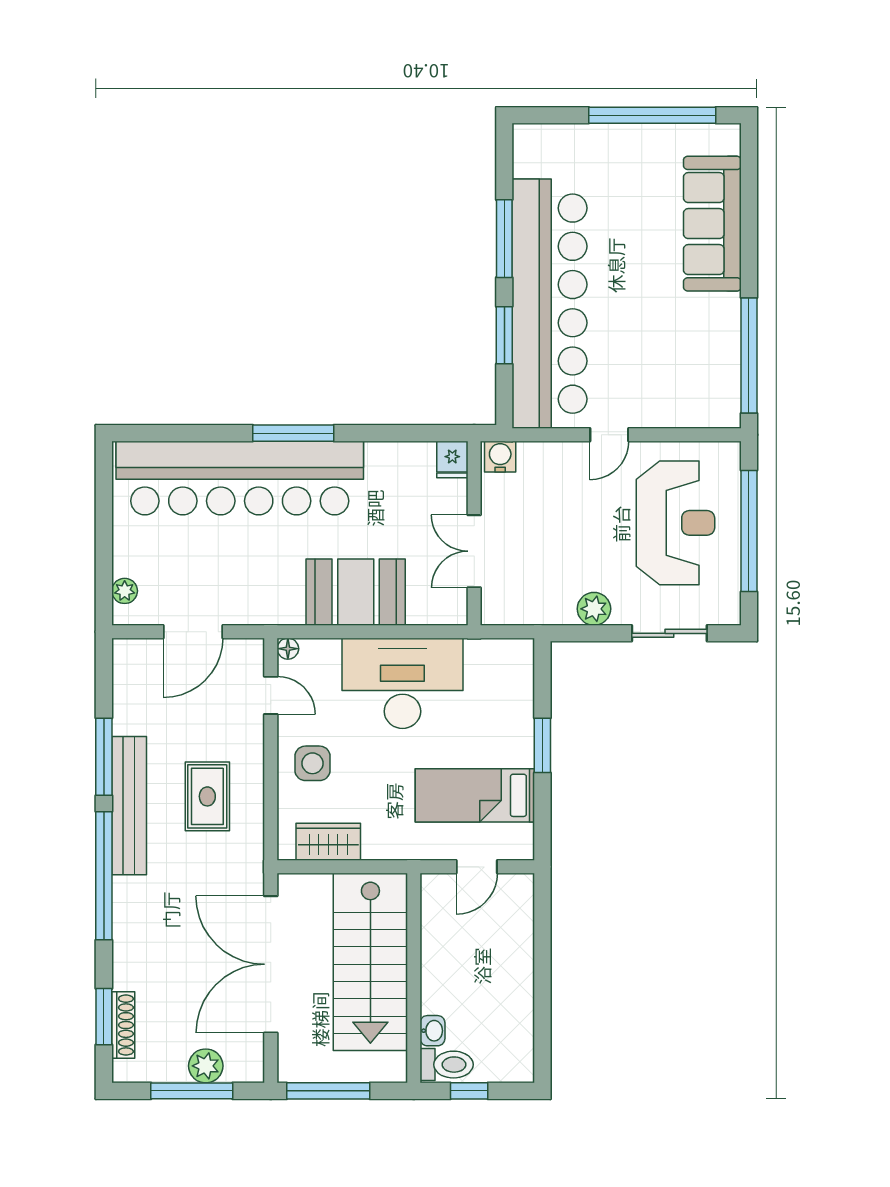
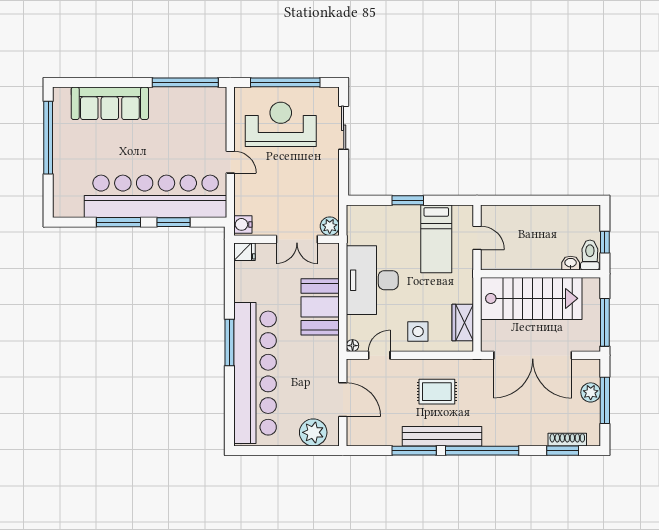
plant: (125, 591) -> (313, 432), width x1.87, depth x1.87
plant: (594, 609) -> (330, 226), moved

